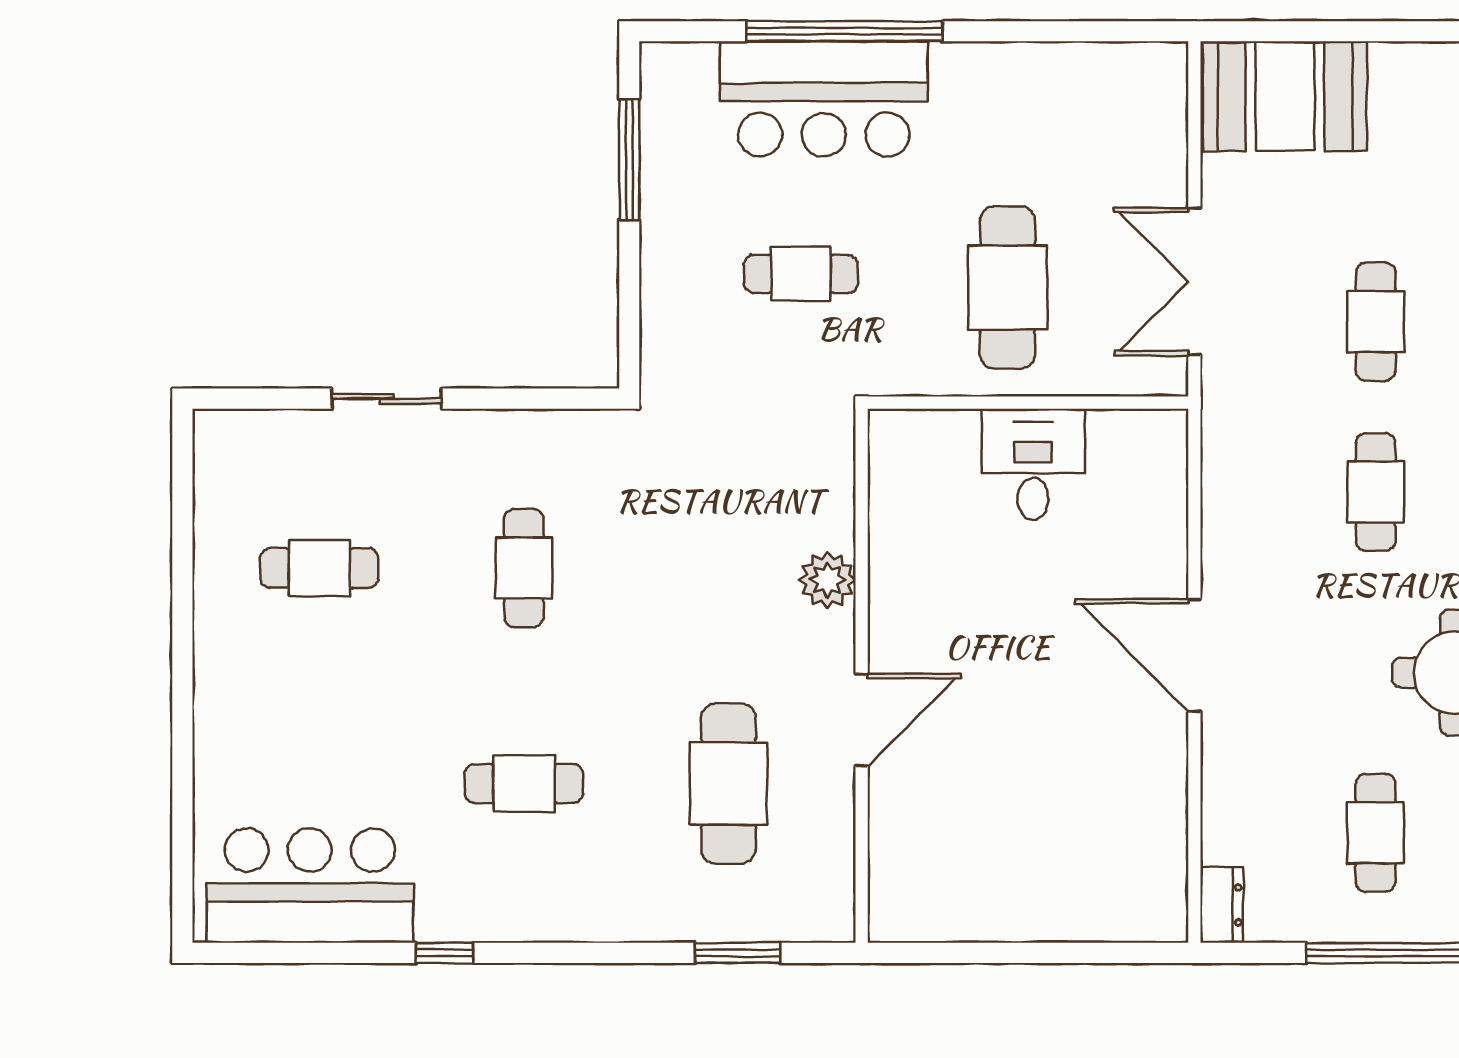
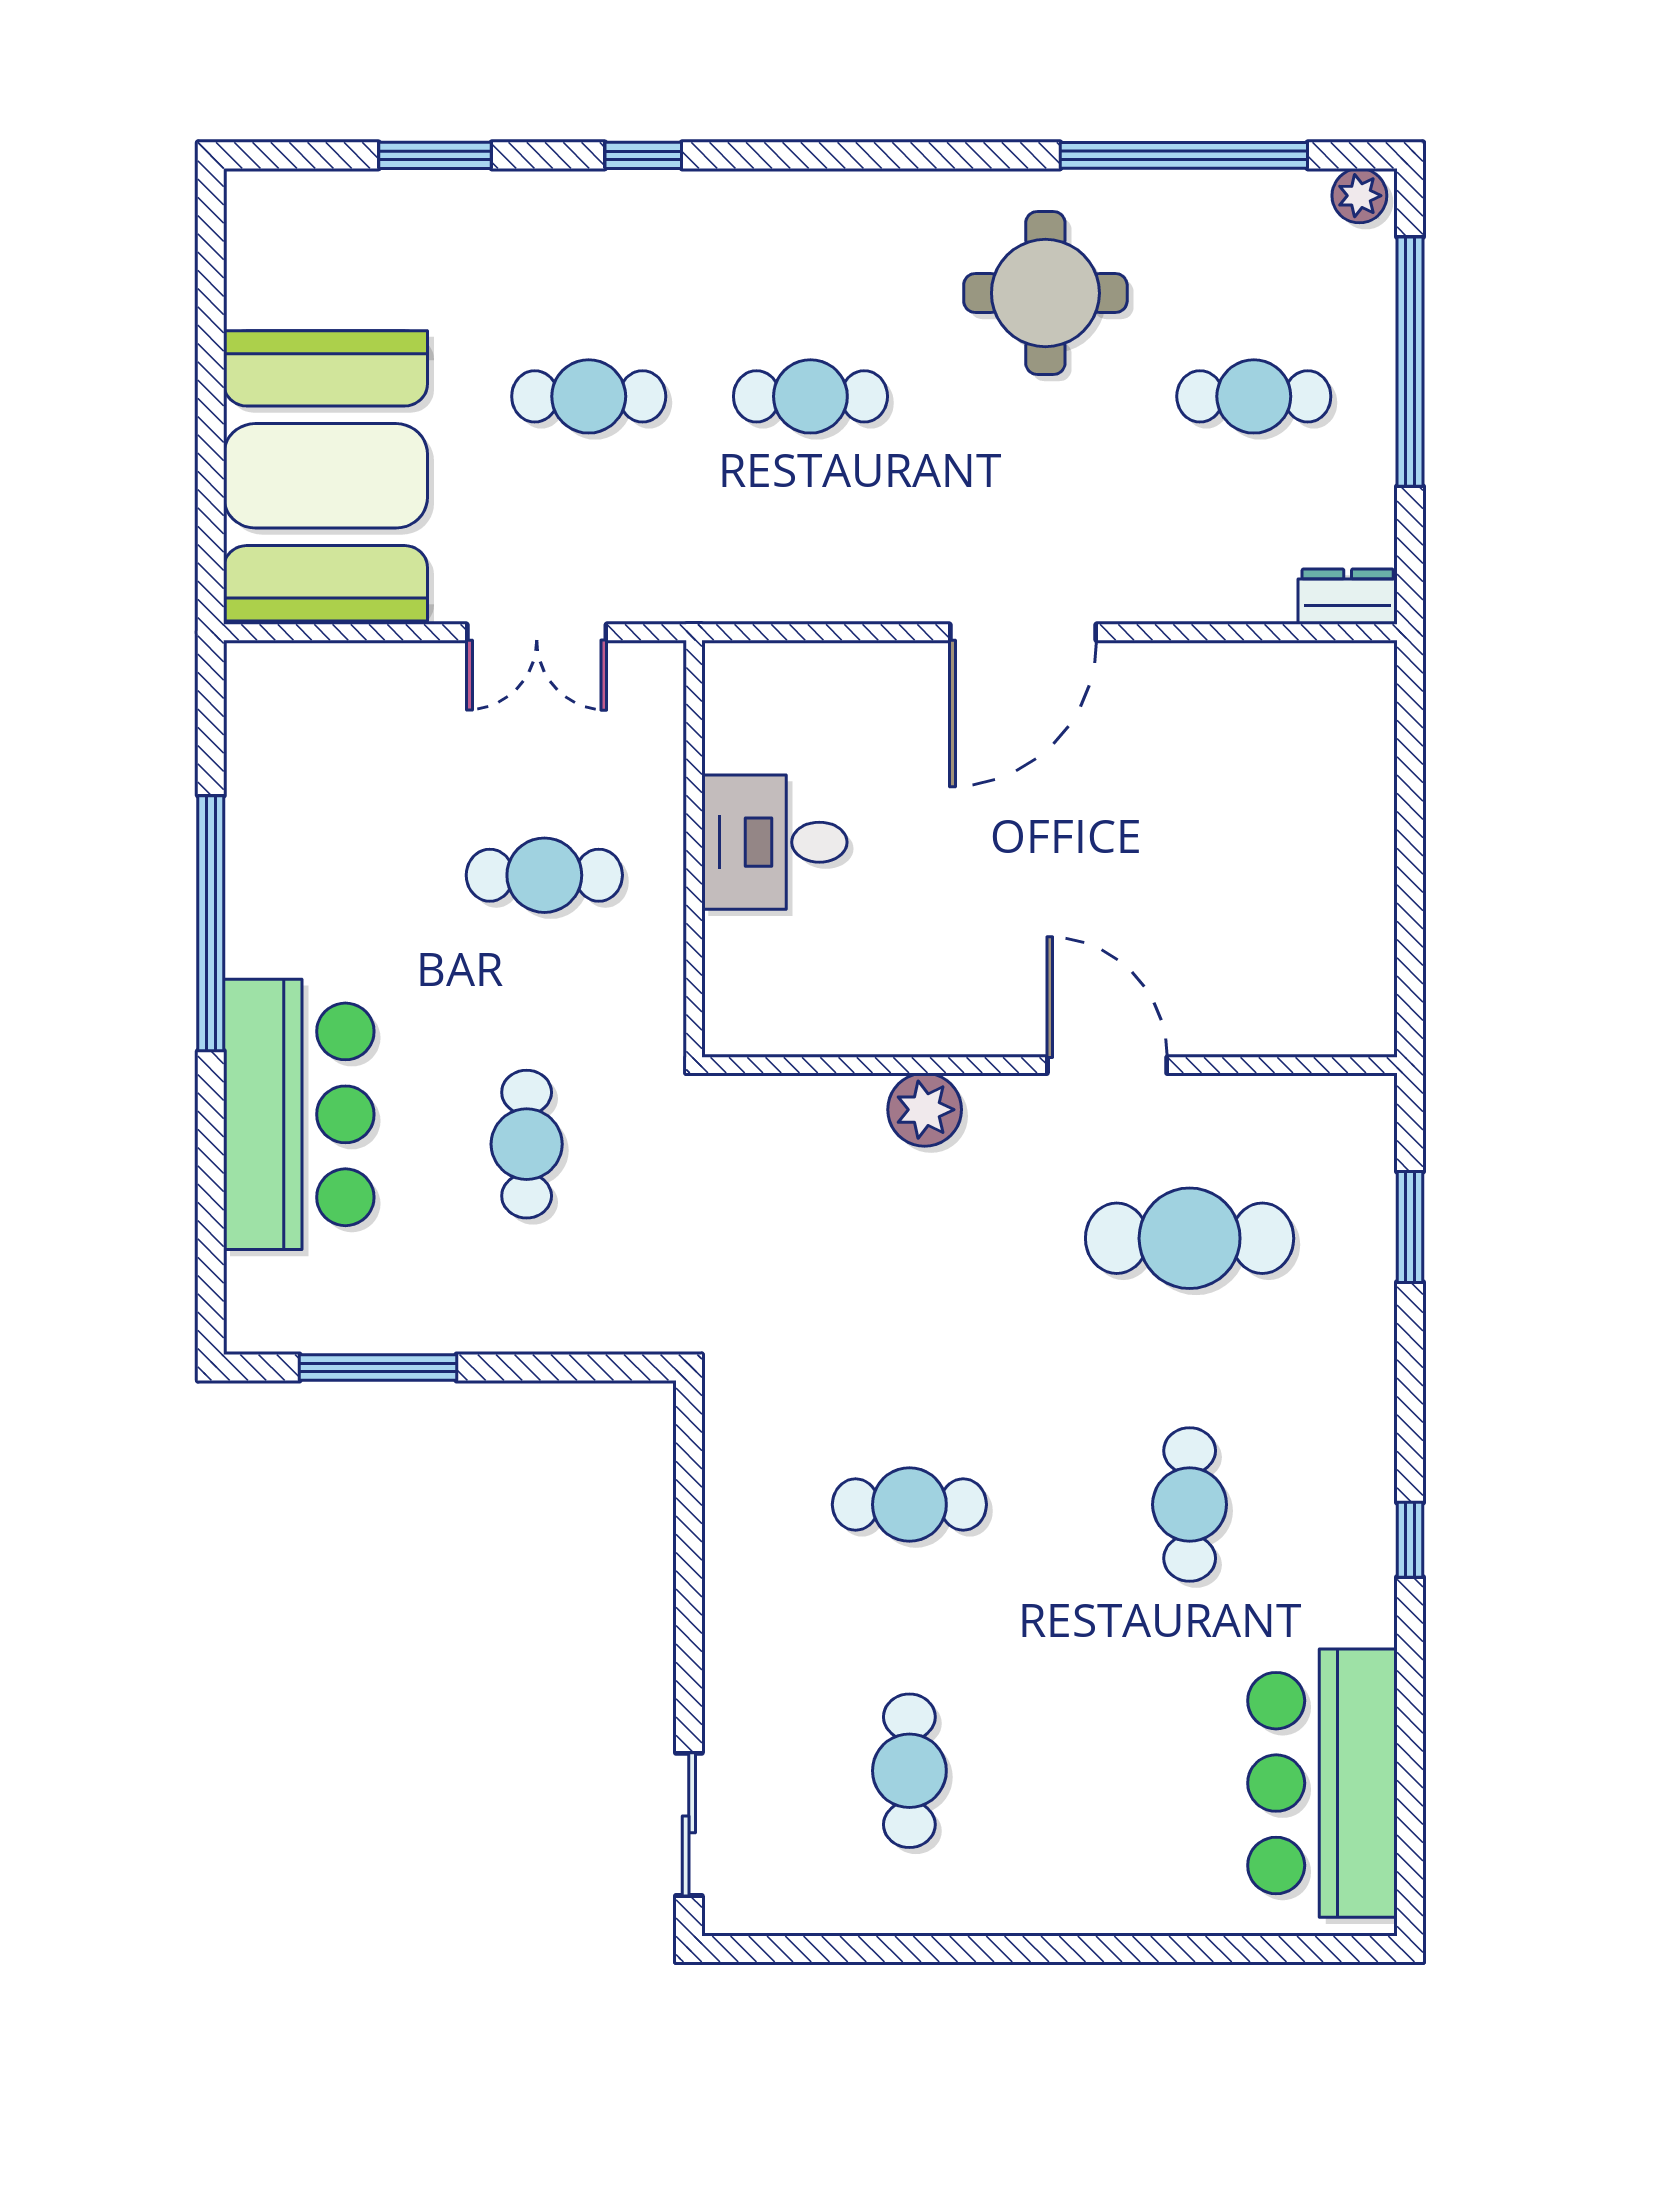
window: (845, 31) -> (211, 923), moved
booth: (1285, 96) -> (326, 476), width x1.36, depth x1.42
double door: (1194, 282) -> (537, 632), width x0.73
cafe table: (1008, 288) -> (544, 875), width x0.73, depth x0.74
sliding door: (387, 399) -> (689, 1824), moved
window: (444, 953) -> (1410, 1540), moved

